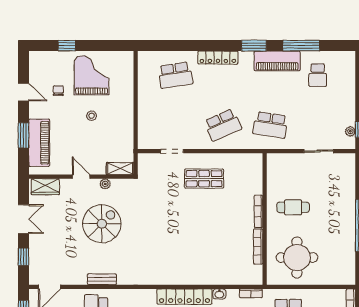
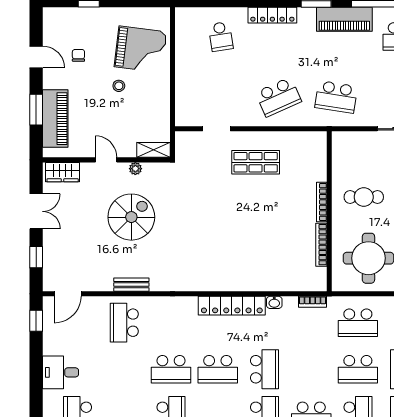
grand piano: (91, 75) -> (140, 49), moved, turned 97
school desk: (175, 75) -> (221, 36), width x0.54

